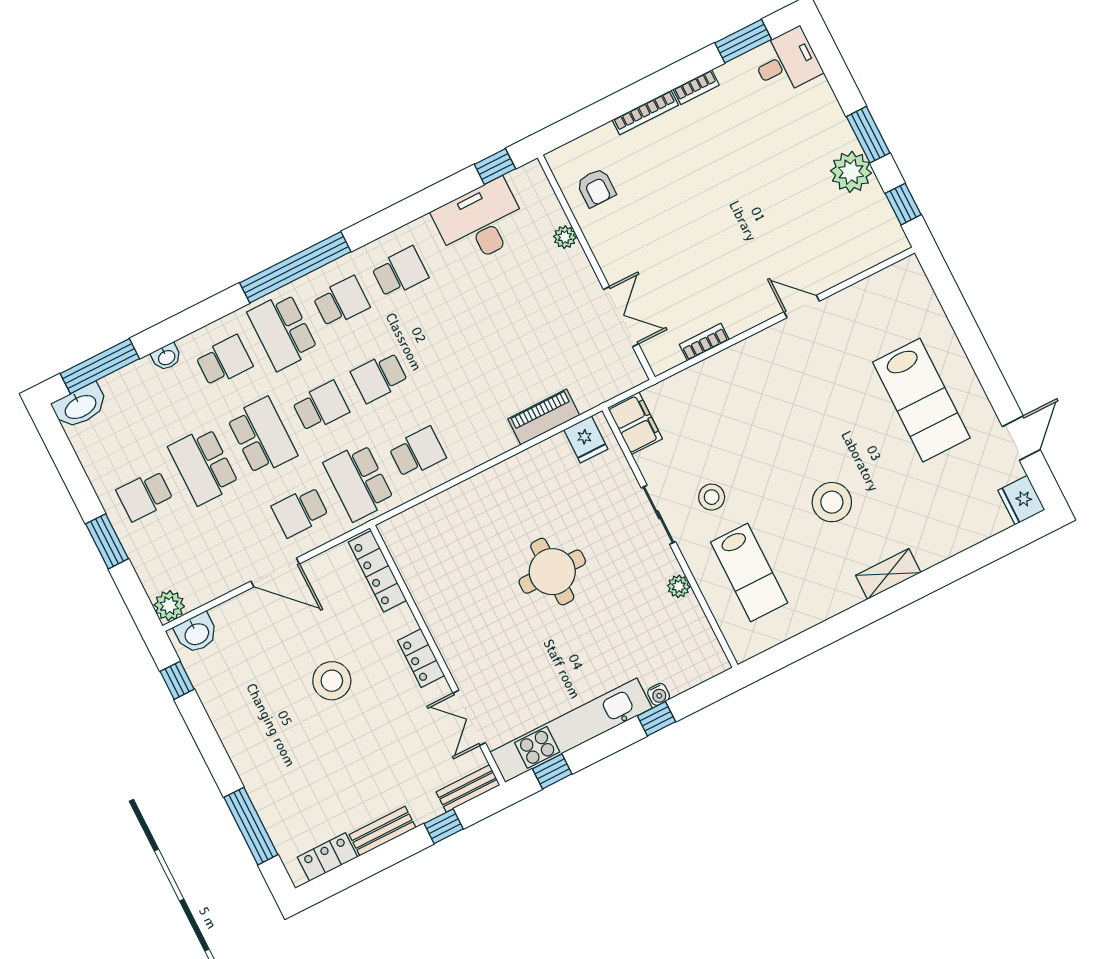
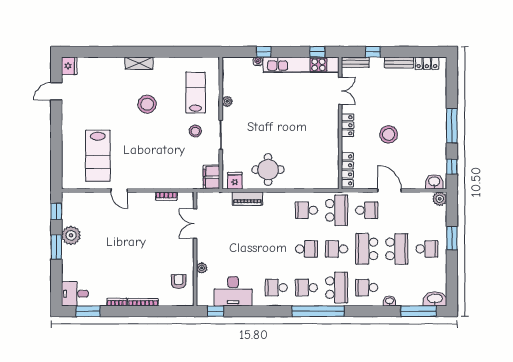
lab bench: (921, 400) -> (98, 156), moved, turned 180
round table: (552, 572) -> (268, 170), moved
window: (251, 826) -> (452, 126), moved

